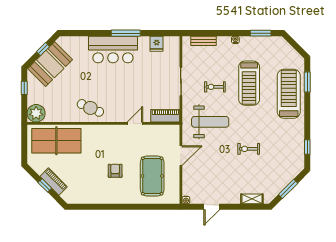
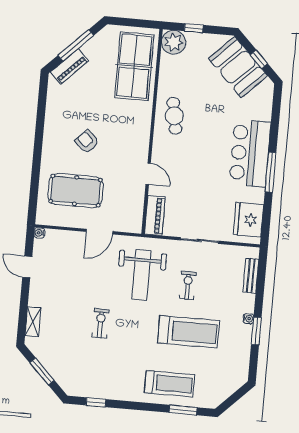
window: (261, 33) -> (256, 331), moved
fridge: (157, 44) -> (248, 220), width x1.88, depth x1.34
treadmill: (249, 83) -> (189, 332), turned 180
window: (24, 88) -> (194, 28), moved
treadmill: (289, 94) -> (169, 384), width x0.73, depth x0.73
cafe table: (90, 108) -> (174, 116), turned -34
door: (181, 156) -> (99, 232), hinge flipped
armchair: (115, 171) -> (87, 141), turned -136
piano: (54, 182) -> (69, 66), moved
window: (45, 185) -> (76, 45), width x2.17

